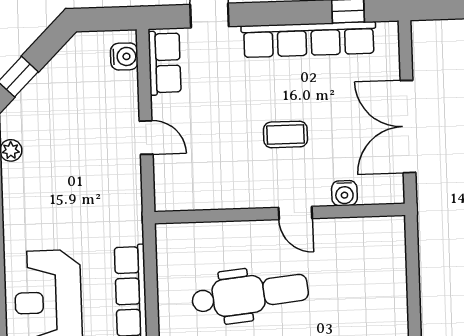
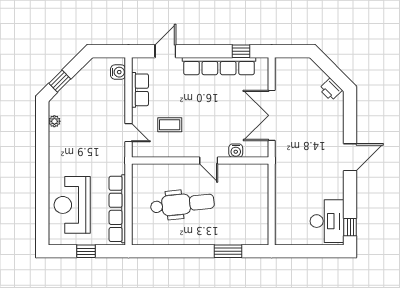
row of seats: (165, 63) -> (140, 90), moved
coffee table: (285, 134) -> (170, 125), moved
door: (146, 138) -> (129, 133), moved

